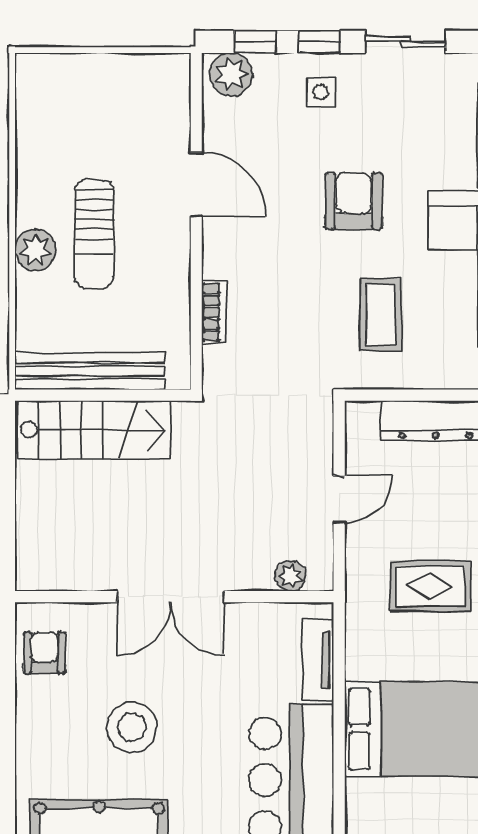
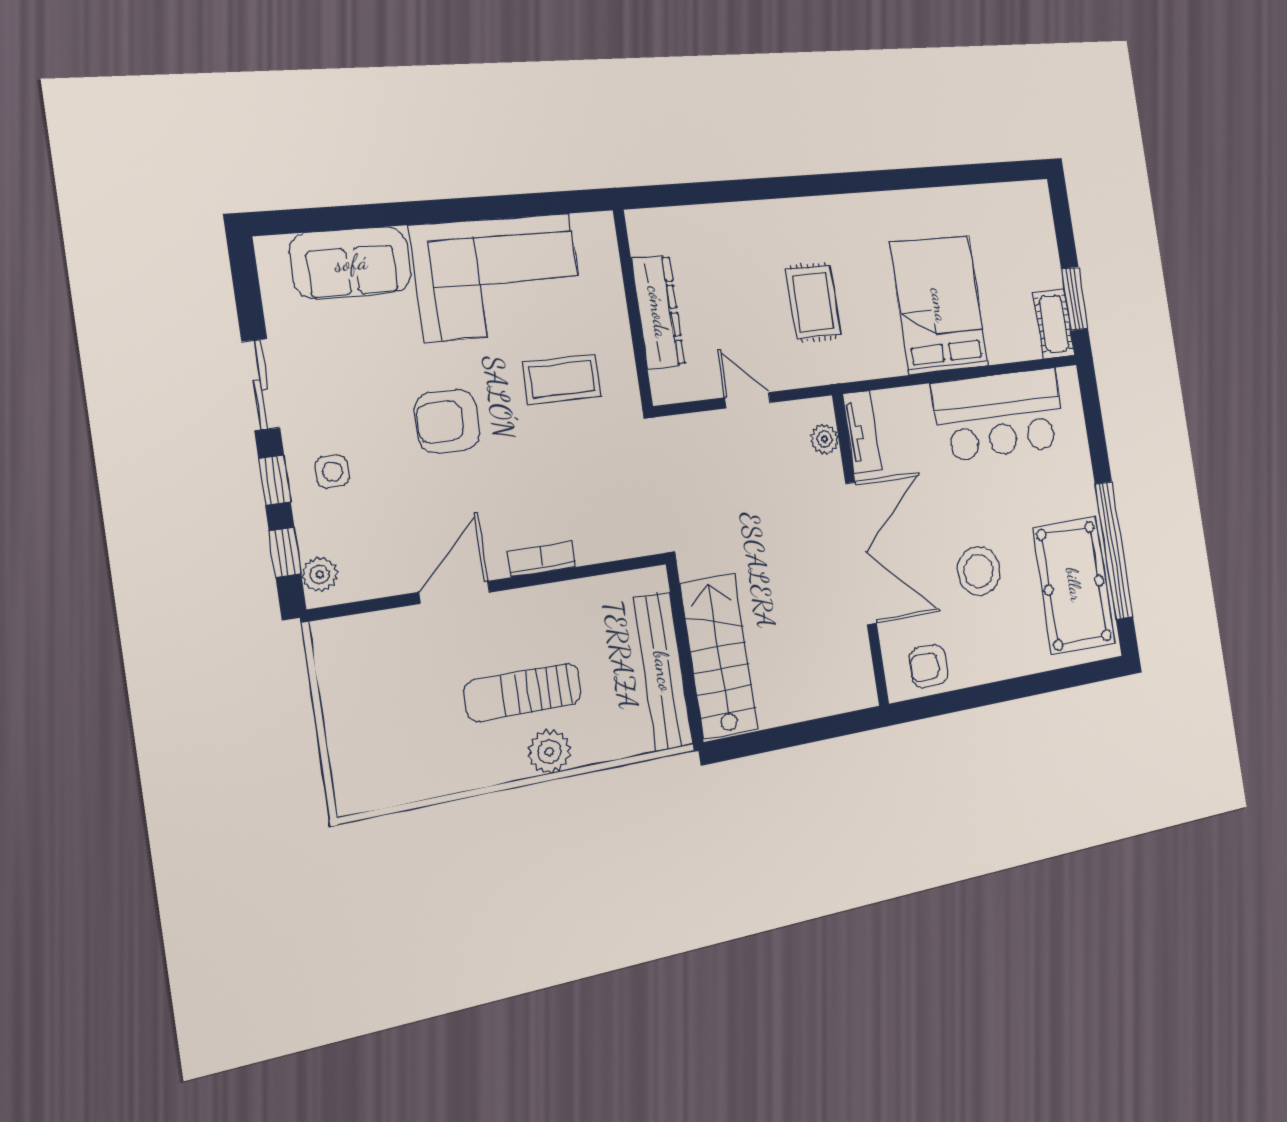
plant: (231, 74) -> (320, 574), width x0.73, depth x0.73
sun lounger: (94, 234) -> (523, 692), turned 180
bookcase: (214, 312) -> (542, 559), moved
double door: (170, 597) -> (861, 553), width x1.36
tv unit: (318, 660) -> (862, 432), moved, turned -90

